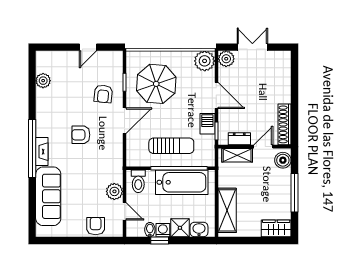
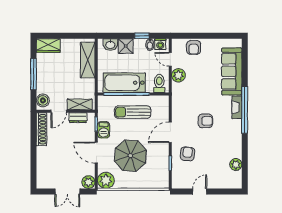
parasol: (156, 84) -> (130, 156), moved
washing machine: (163, 230) -> (160, 44), moved

